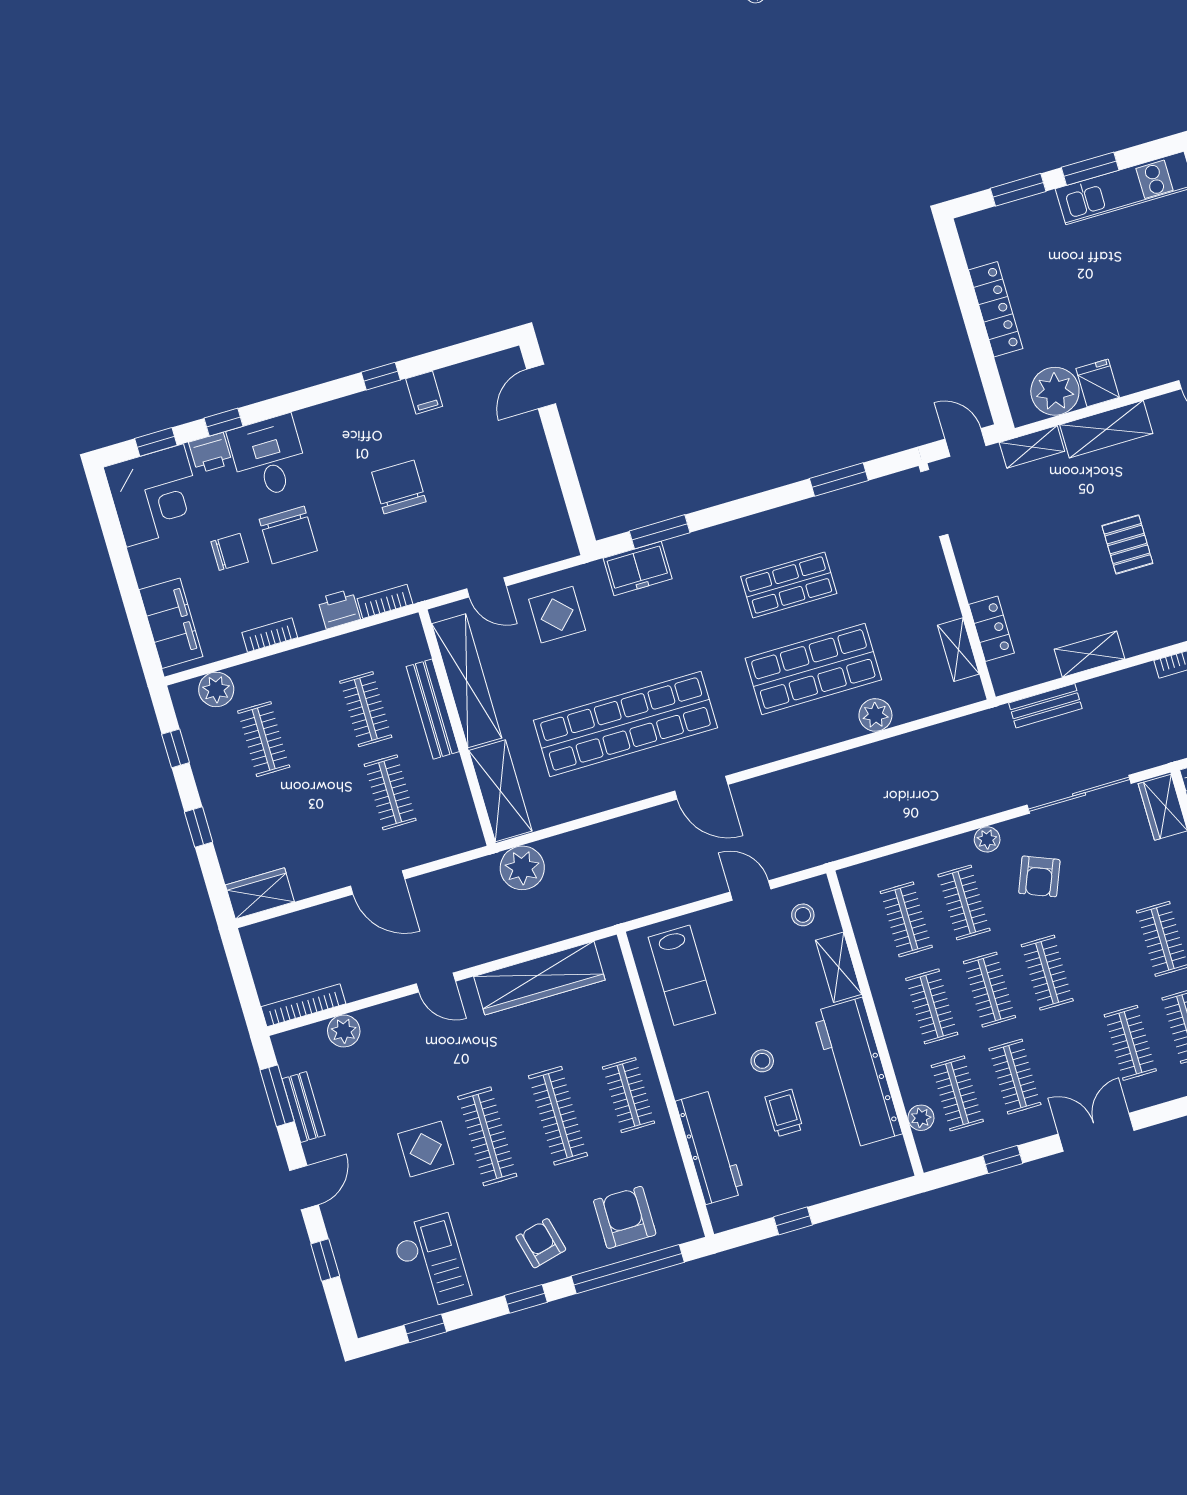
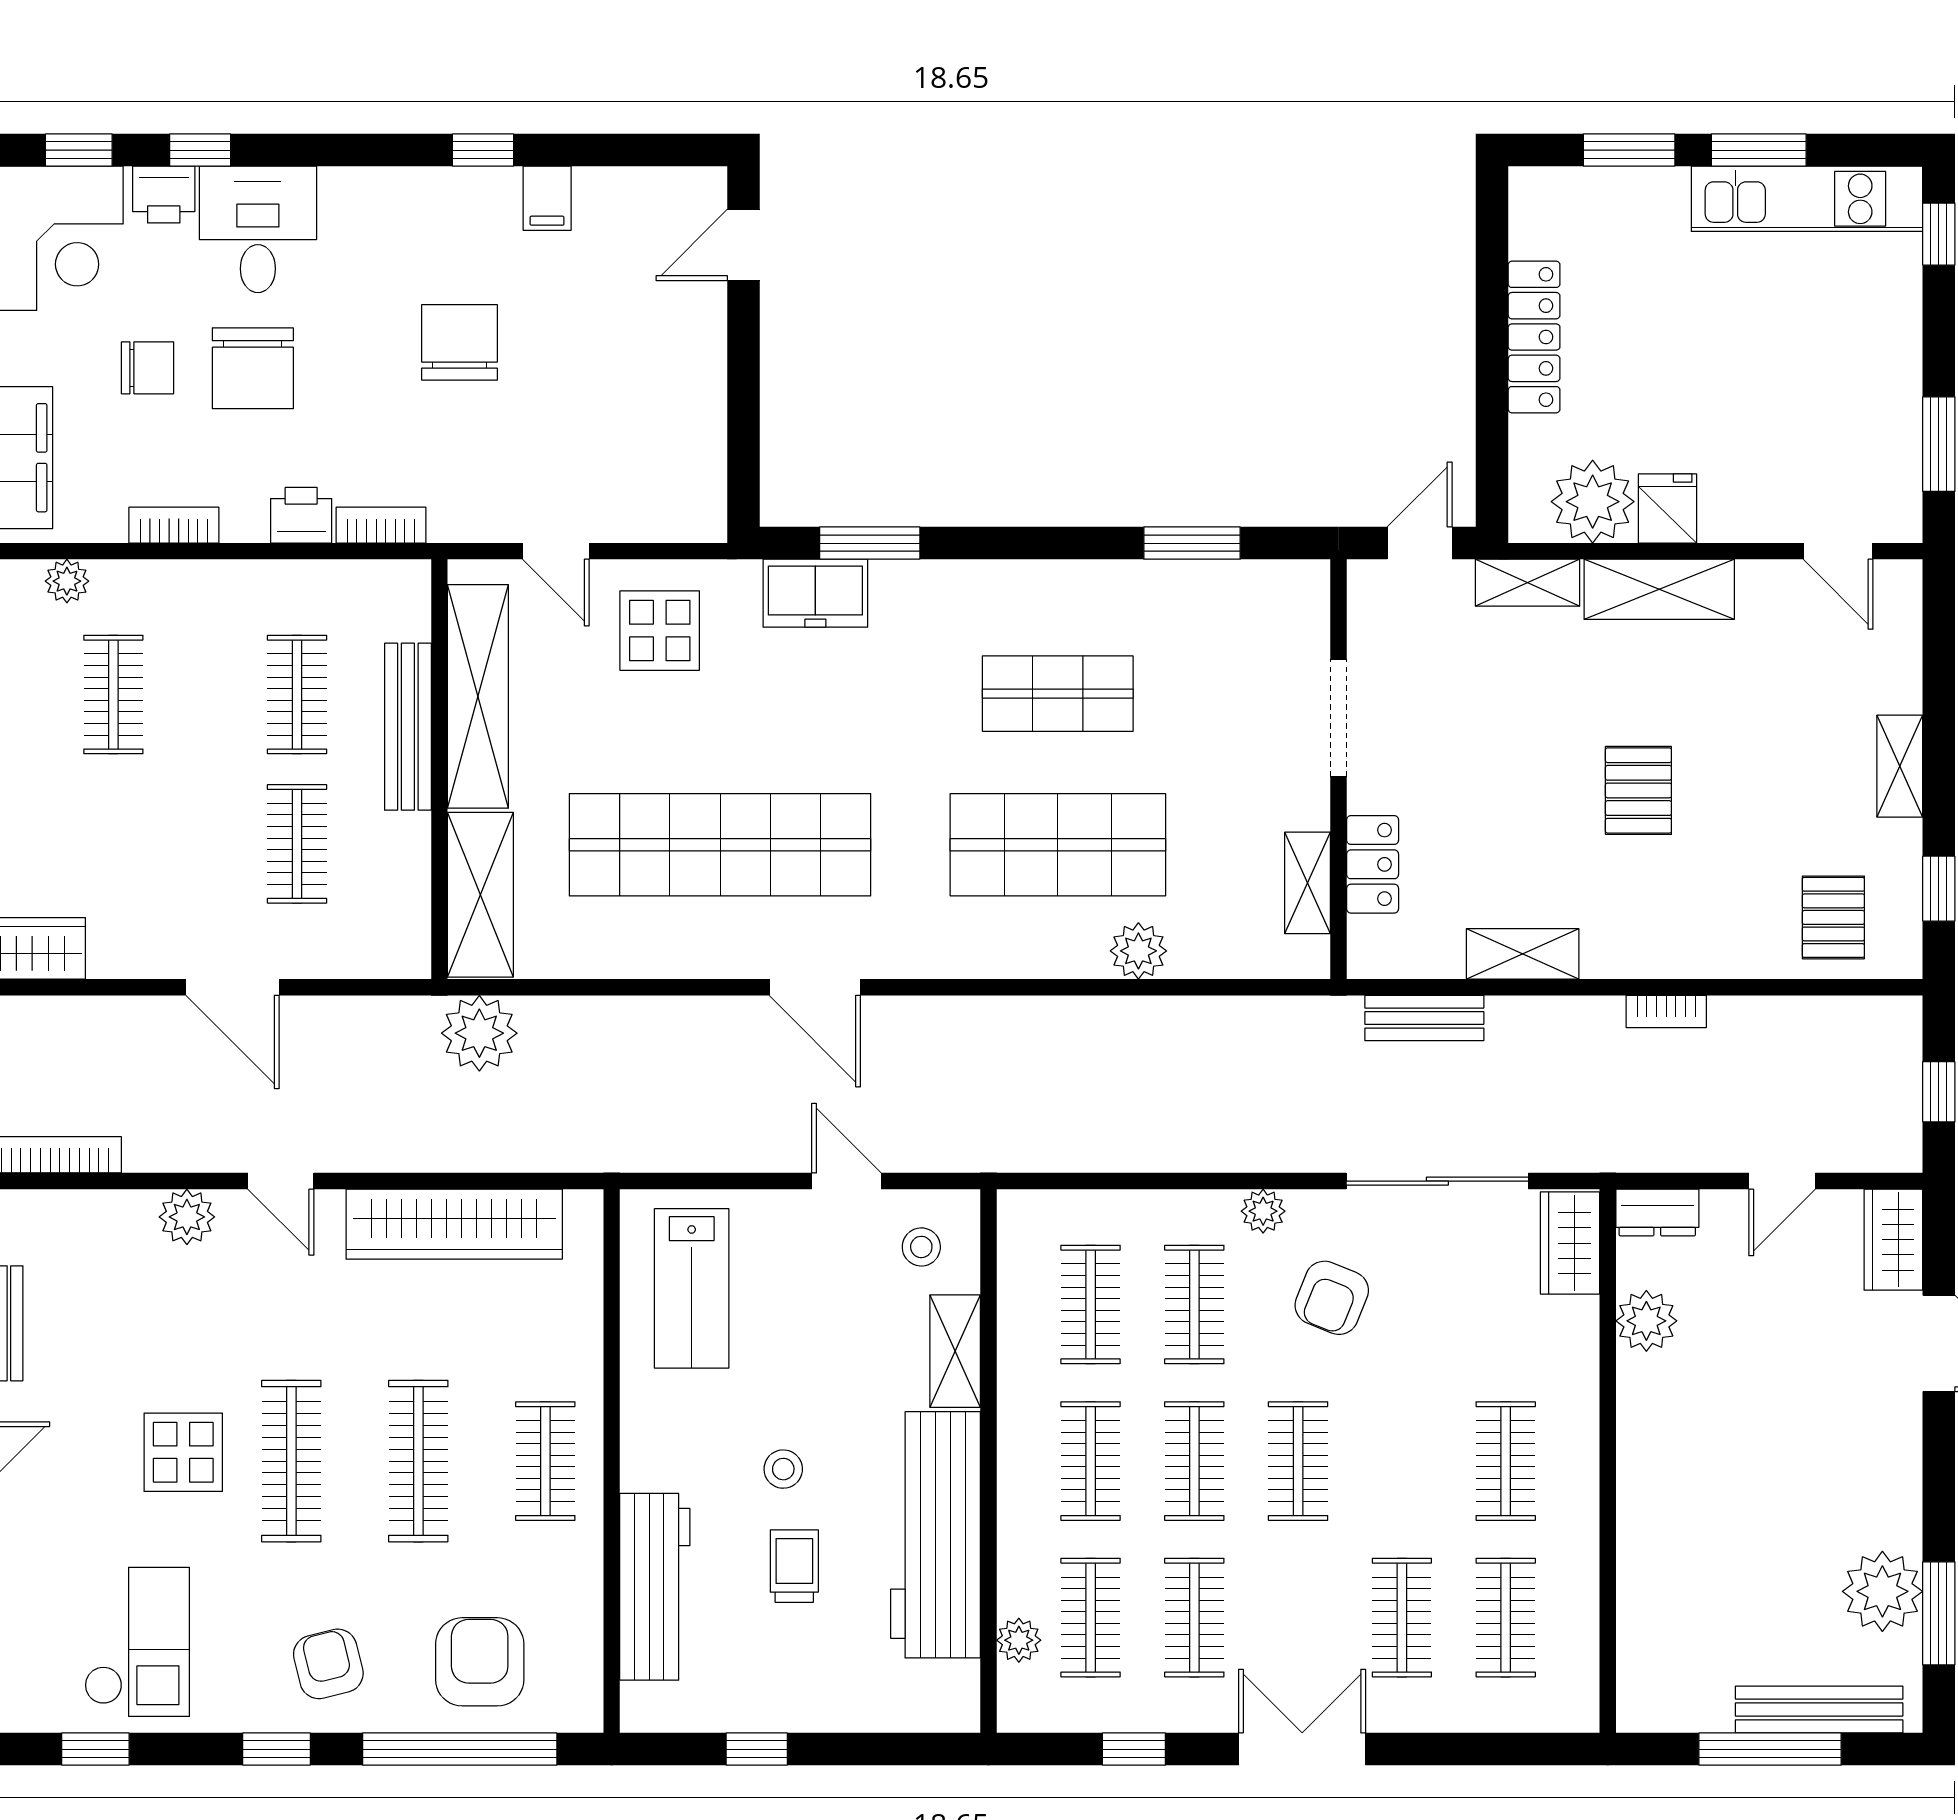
door: (965, 442) -> (1420, 543), hinge flipped
doorway: (934, 503) -> (1338, 718), moved
plant: (216, 689) -> (67, 581), width x0.73, depth x0.73
plant: (344, 1031) -> (187, 1217), moved

